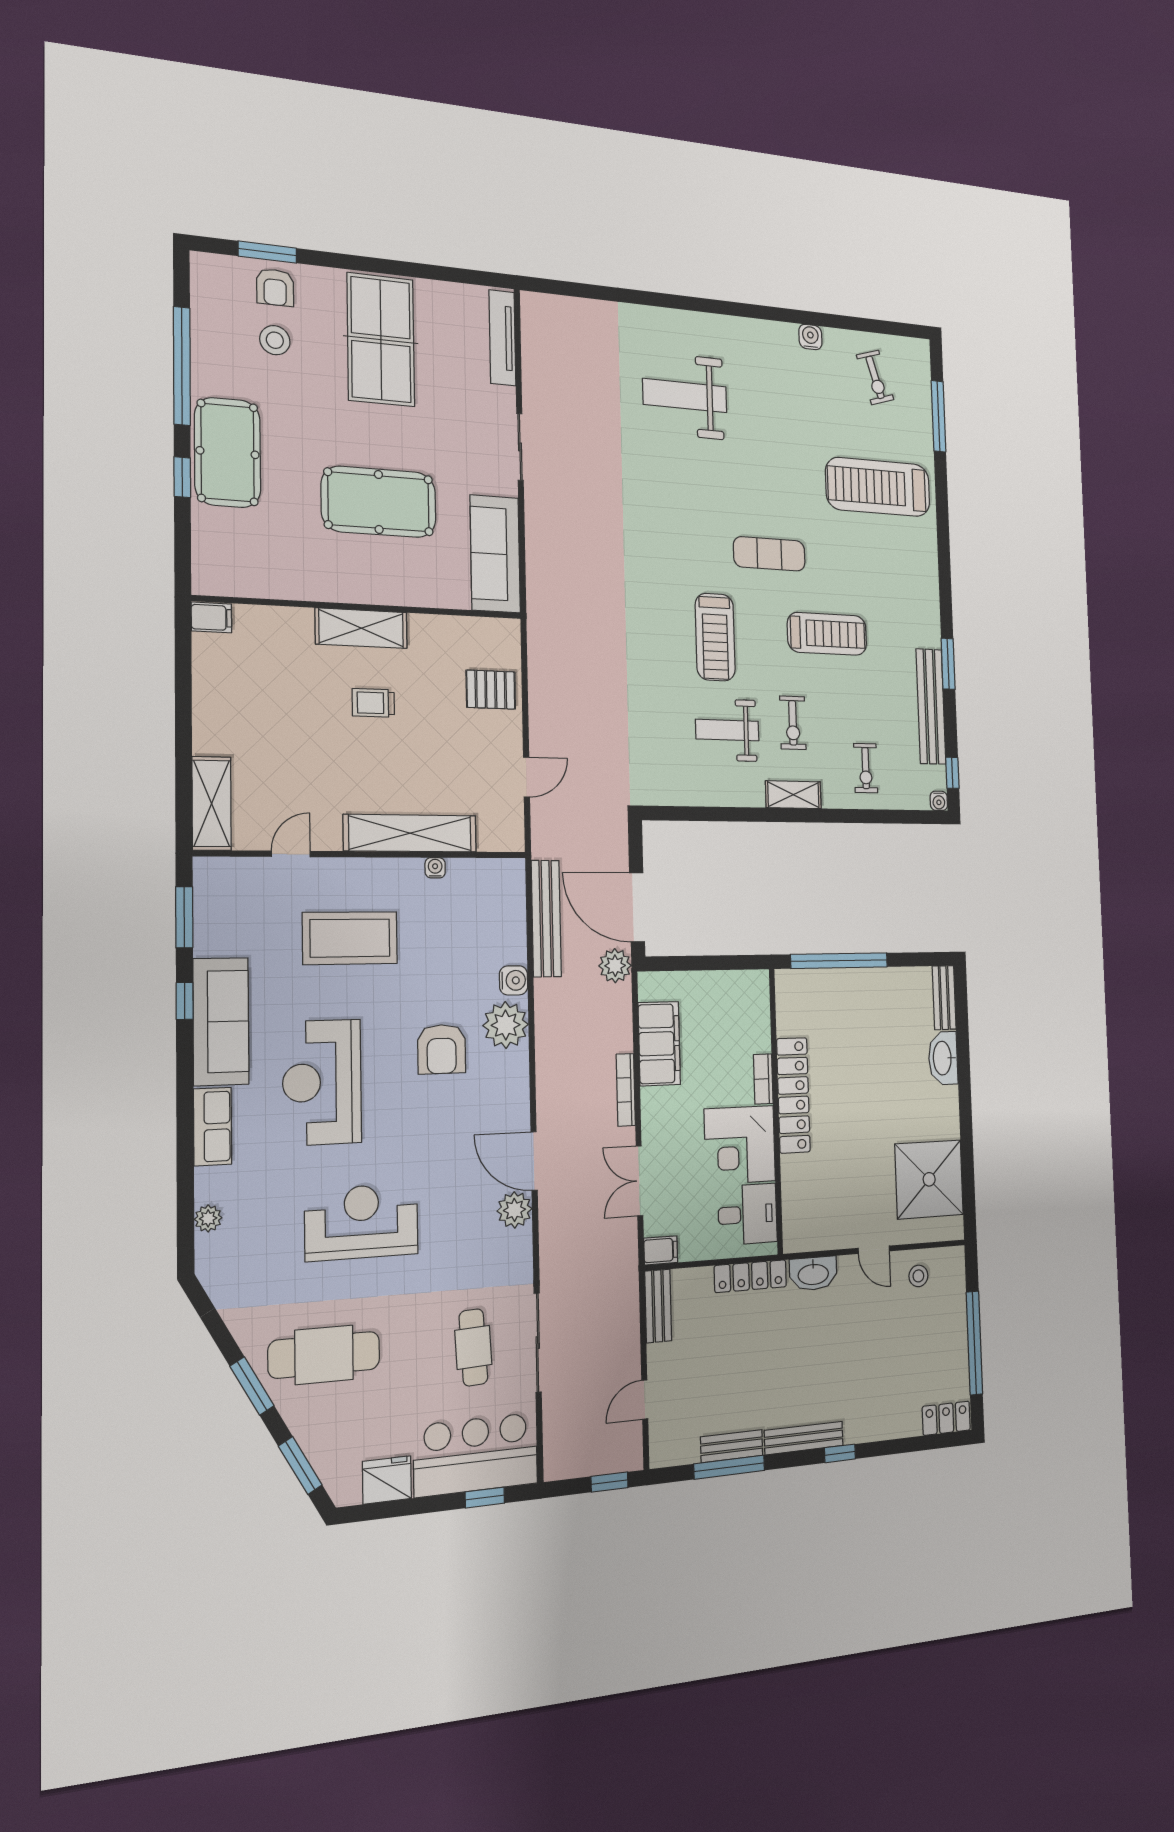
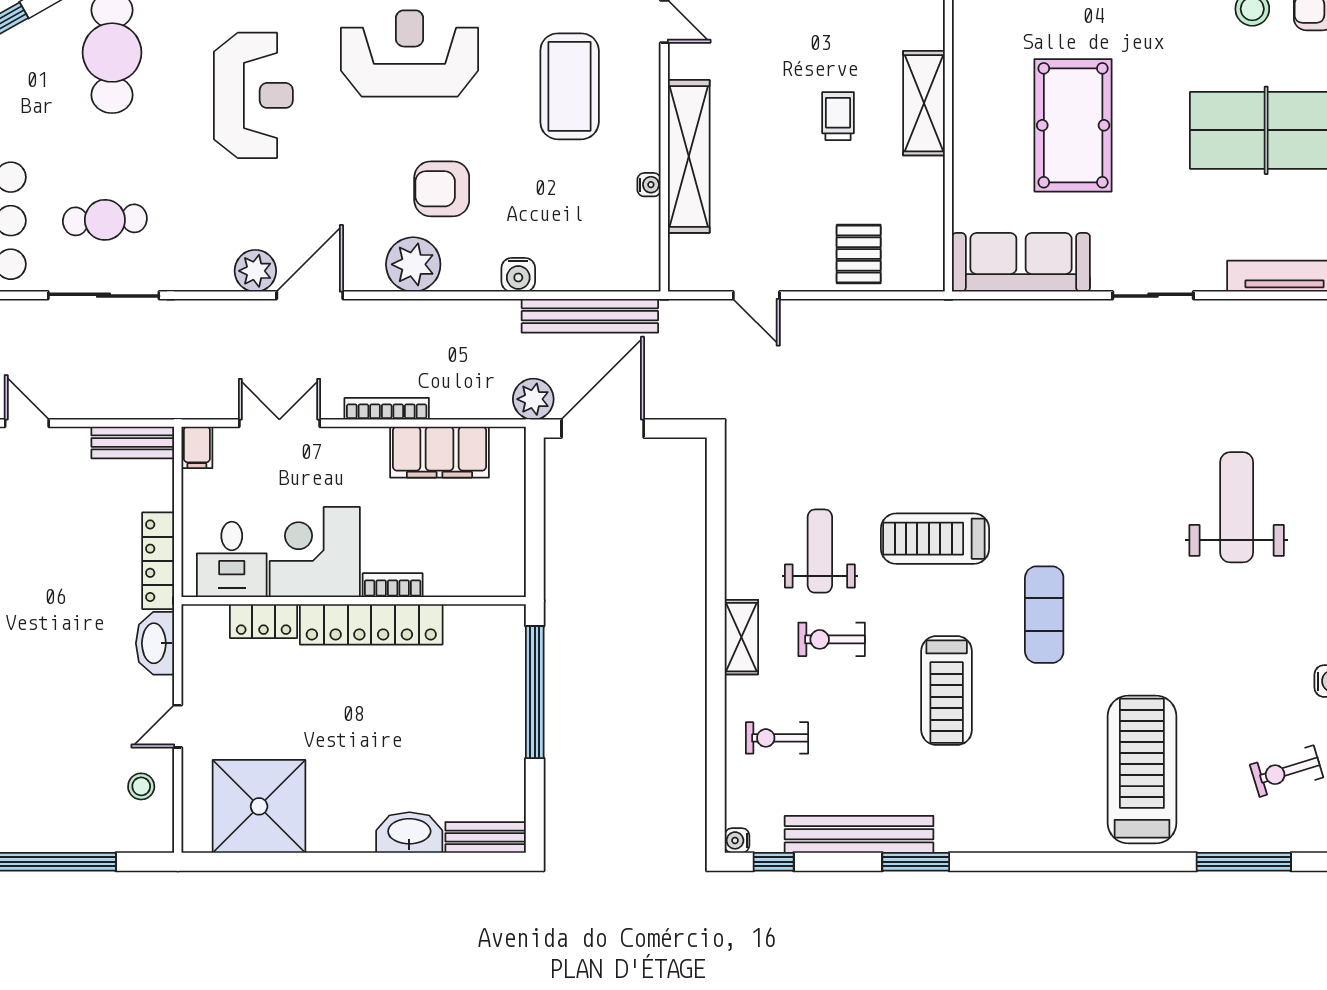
plant: (506, 1025) -> (413, 264), moved
locker: (794, 1184) -> (264, 621), added

